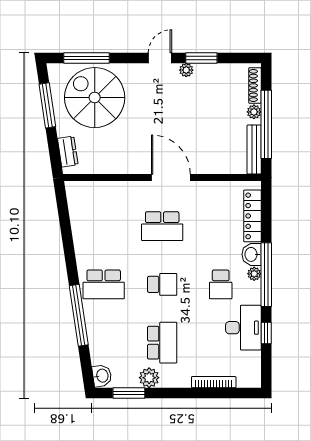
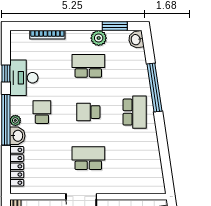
school desk: (104, 284) -> (135, 112), turned 90
school desk: (162, 343) -> (88, 66), turned 90

